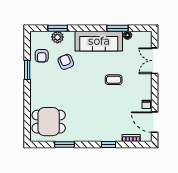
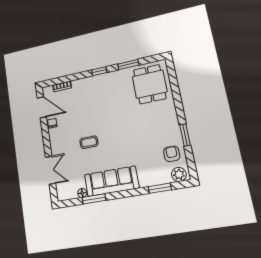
plant: (57, 37) -> (179, 174), moved
armchair: (66, 62) -> (143, 152), removed
dining table: (49, 122) -> (150, 84), turned 90
window: (108, 145) -> (99, 71), moved

